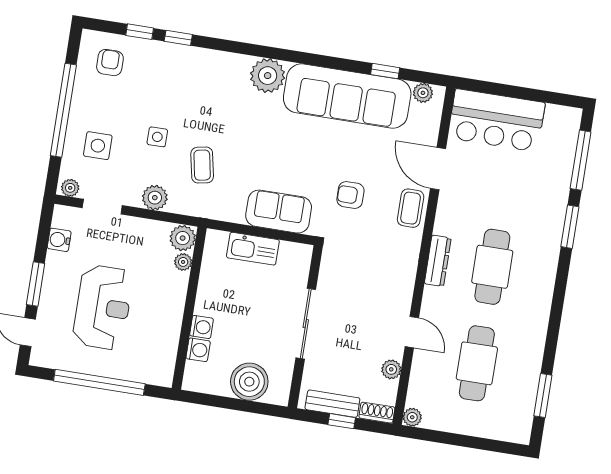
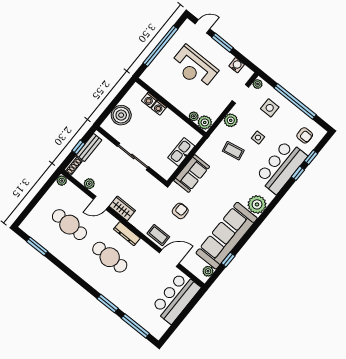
bar counter: (183, 71) -> (281, 167), added
wardrobe: (401, 292) -> (122, 208), added

